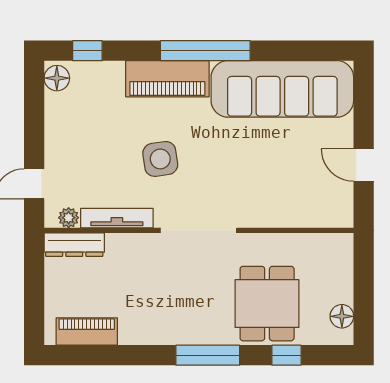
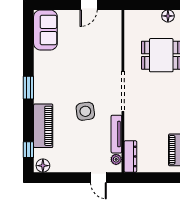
window: (205, 51) -> (28, 88), width x0.47
piano: (167, 79) -> (43, 126), moved
sofa: (282, 89) -> (45, 30), width x0.54, depth x0.79

